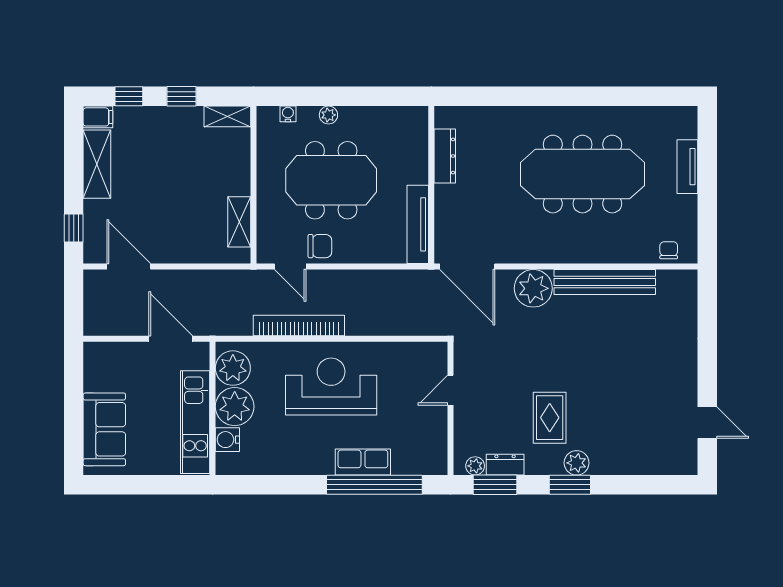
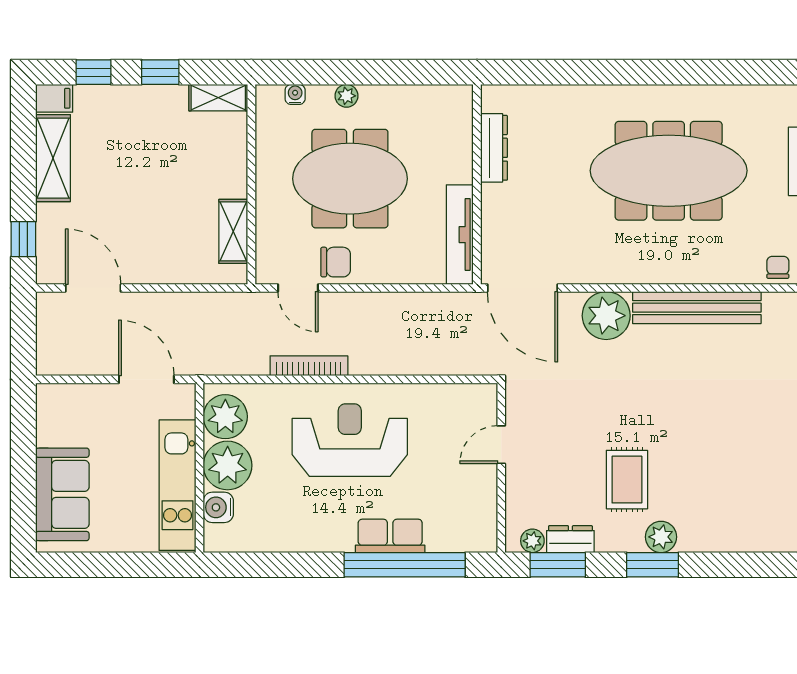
bookcase: (299, 325) -> (309, 366), width x0.68, depth x0.76

